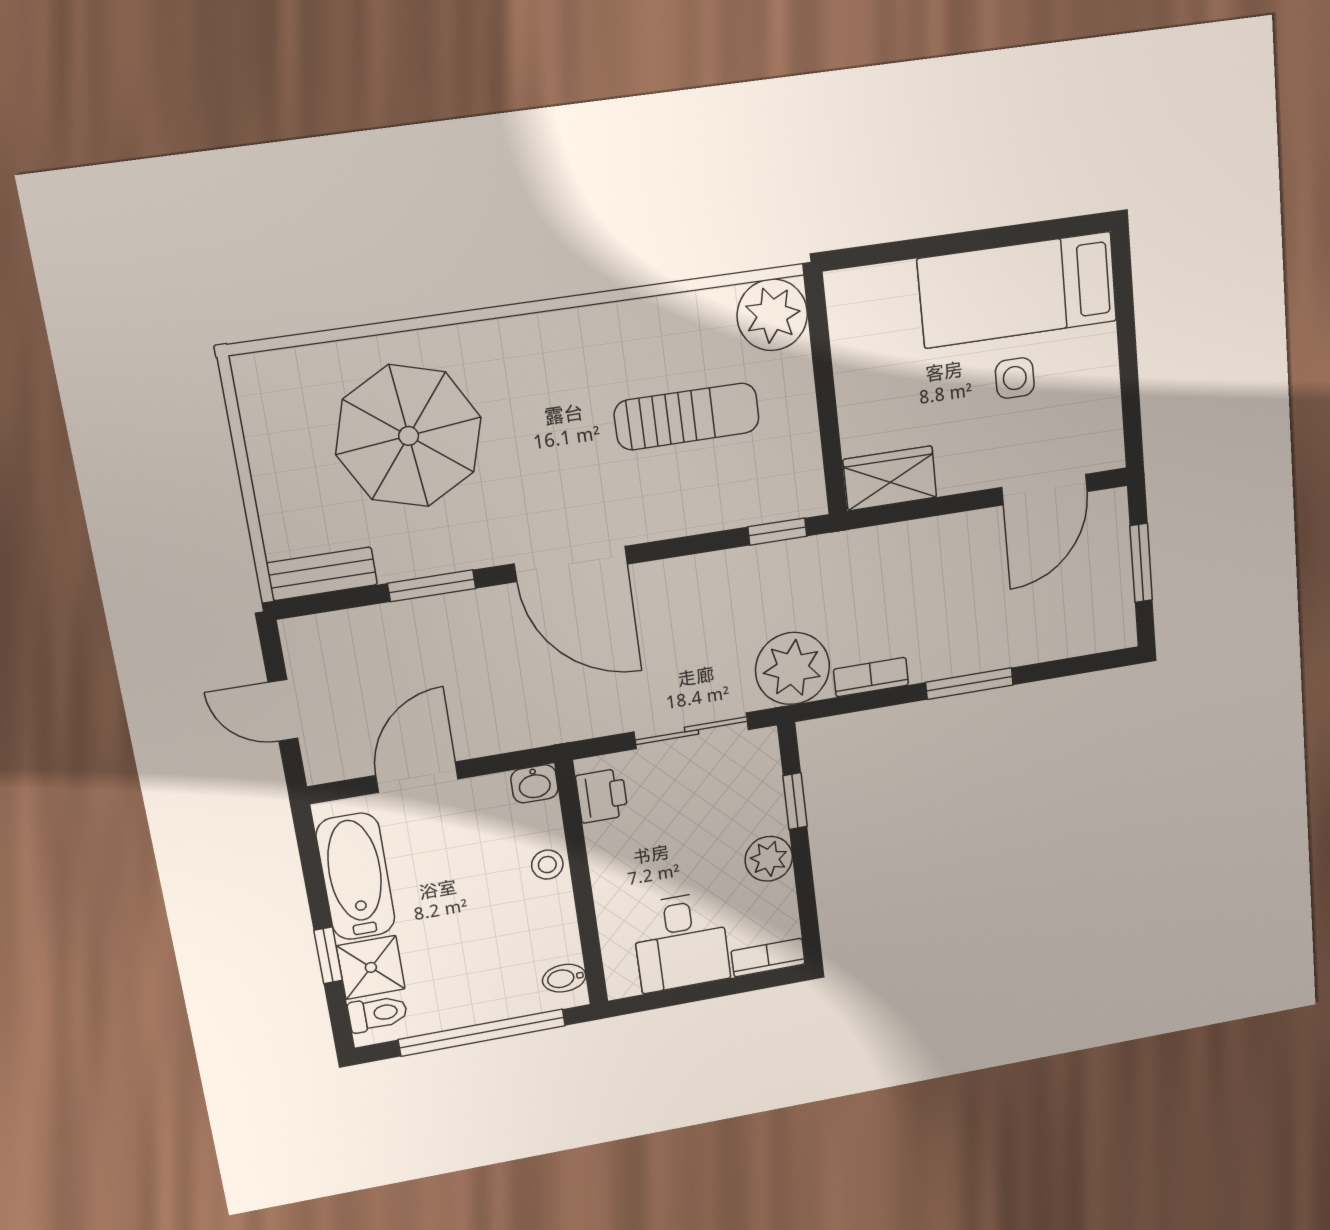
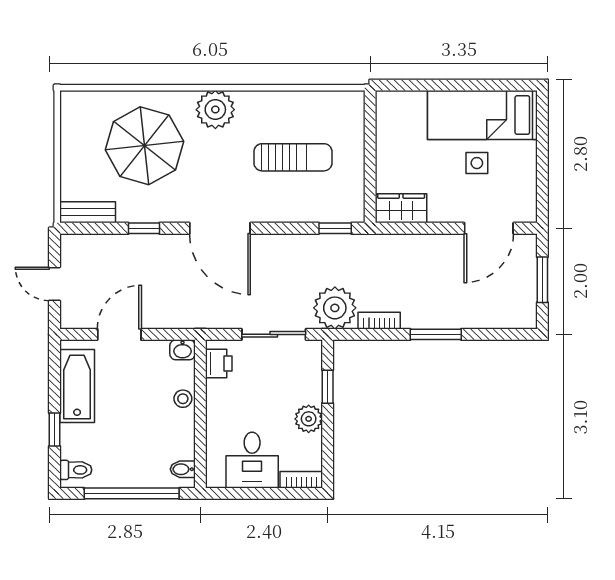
plant: (772, 315) -> (215, 110), moved
window: (432, 586) -> (144, 228), width x0.67
shower: (371, 967) -> (76, 441), removed

